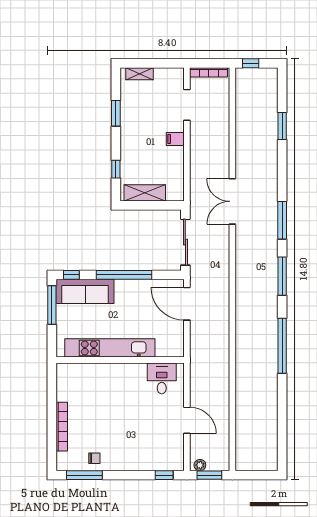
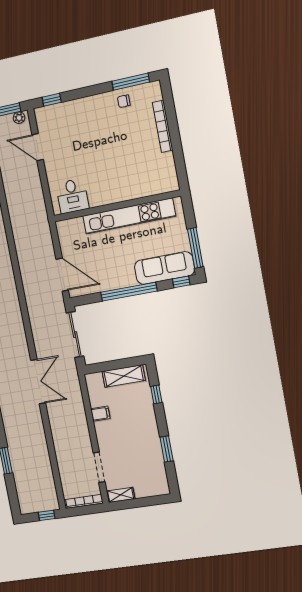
shelving: (140, 74) -> (121, 495), moved
filing cabinet: (175, 139) -> (100, 414), moved
door: (187, 420) -> (38, 147), moved

